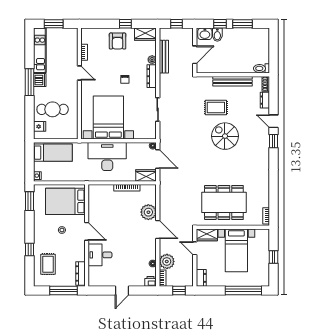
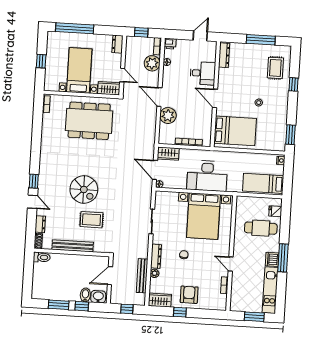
bed: (65, 201) -> (235, 131), moved
door: (87, 231) -> (215, 98), moved
wall: (87, 235) -> (215, 94), moved
desk: (100, 255) -> (203, 73), moved
dresser: (80, 273) -> (224, 55), moved

